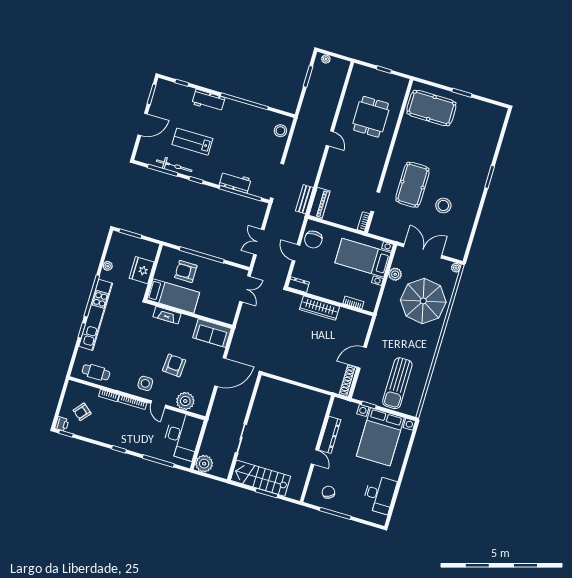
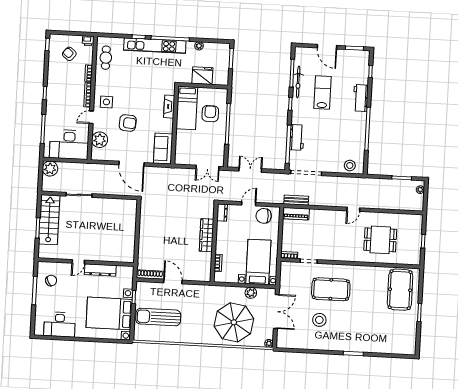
printer: (62, 424) -> (88, 41), moved

